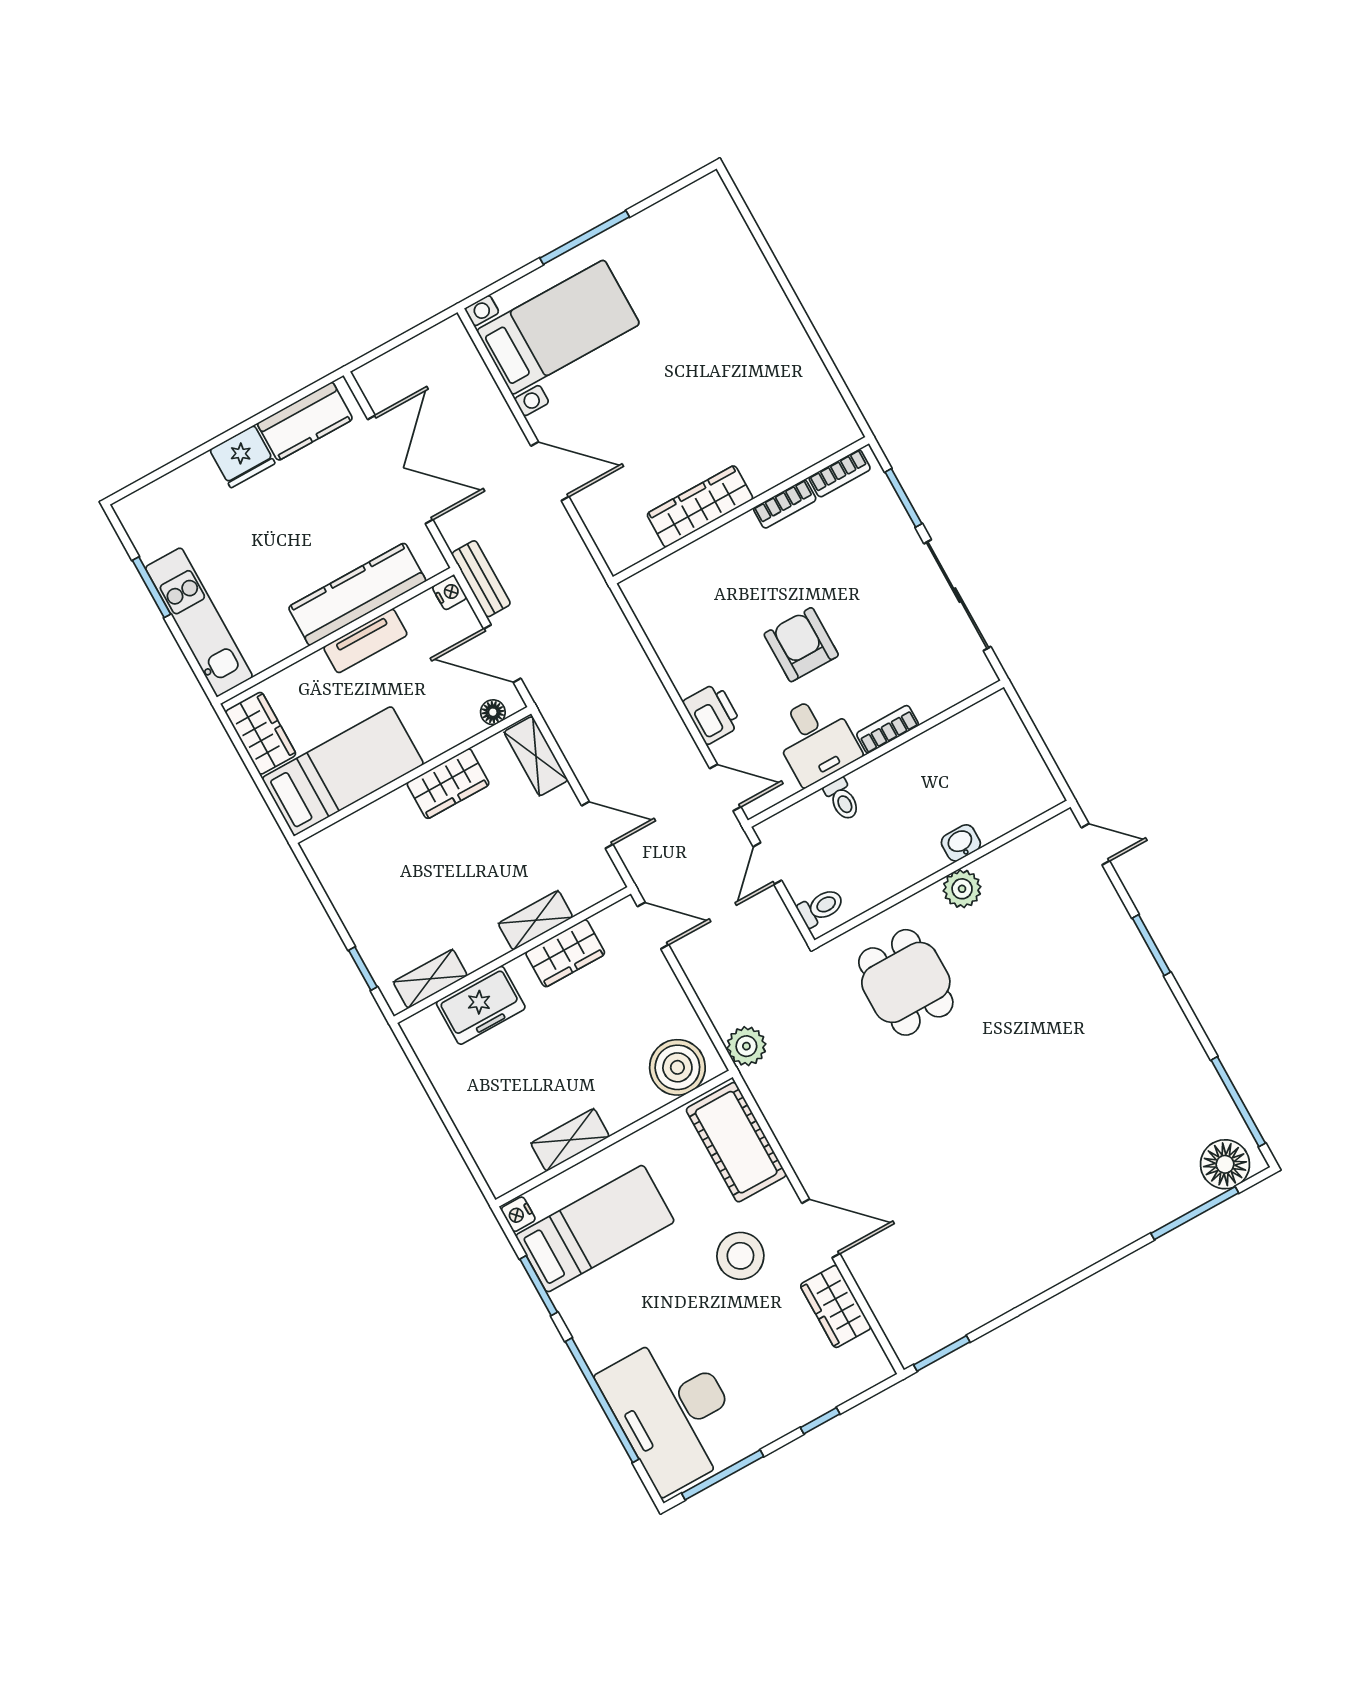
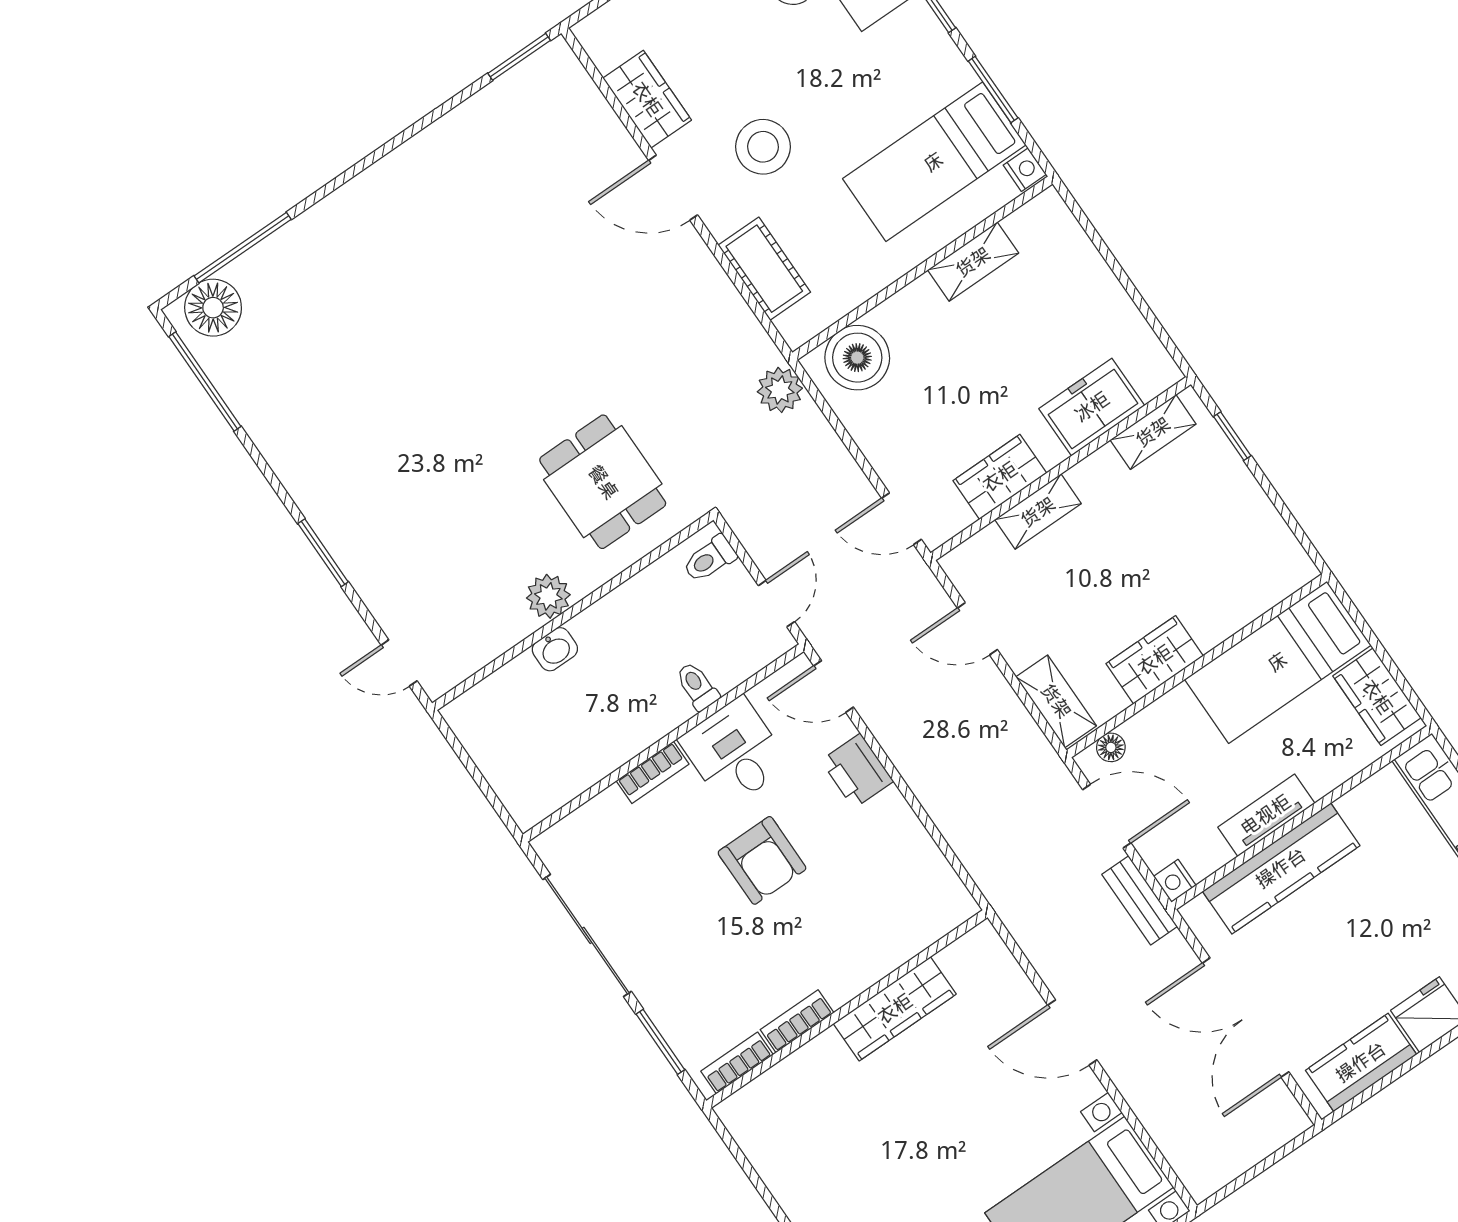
cot: (736, 1142) -> (764, 269), width x0.73, depth x0.75

